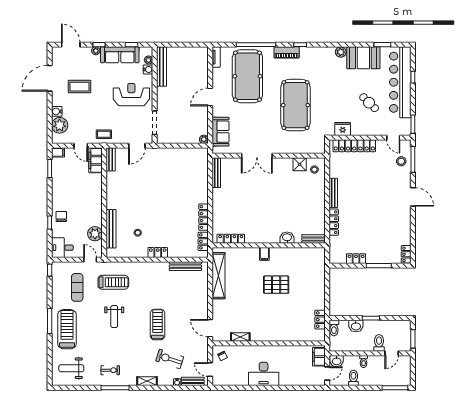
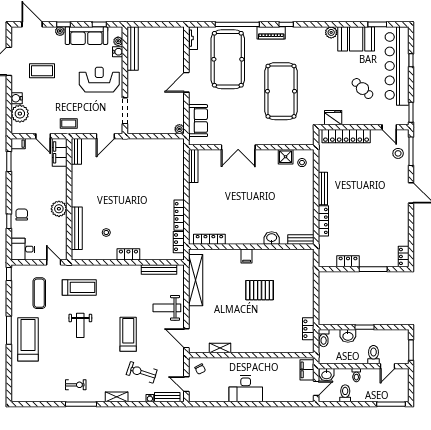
plant: (95, 234) -> (59, 209), moved
weight bench: (71, 368) -> (167, 308), moved

